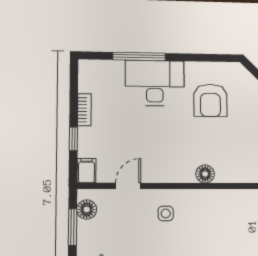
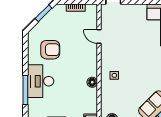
floor lamp: (205, 174) -> (92, 82), moved
door: (128, 186) -> (99, 37), moved

